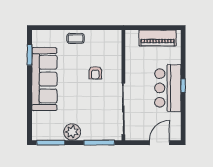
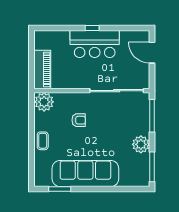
piano: (158, 38) -> (42, 69), moved
plant: (113, 40) -> (44, 102), added

